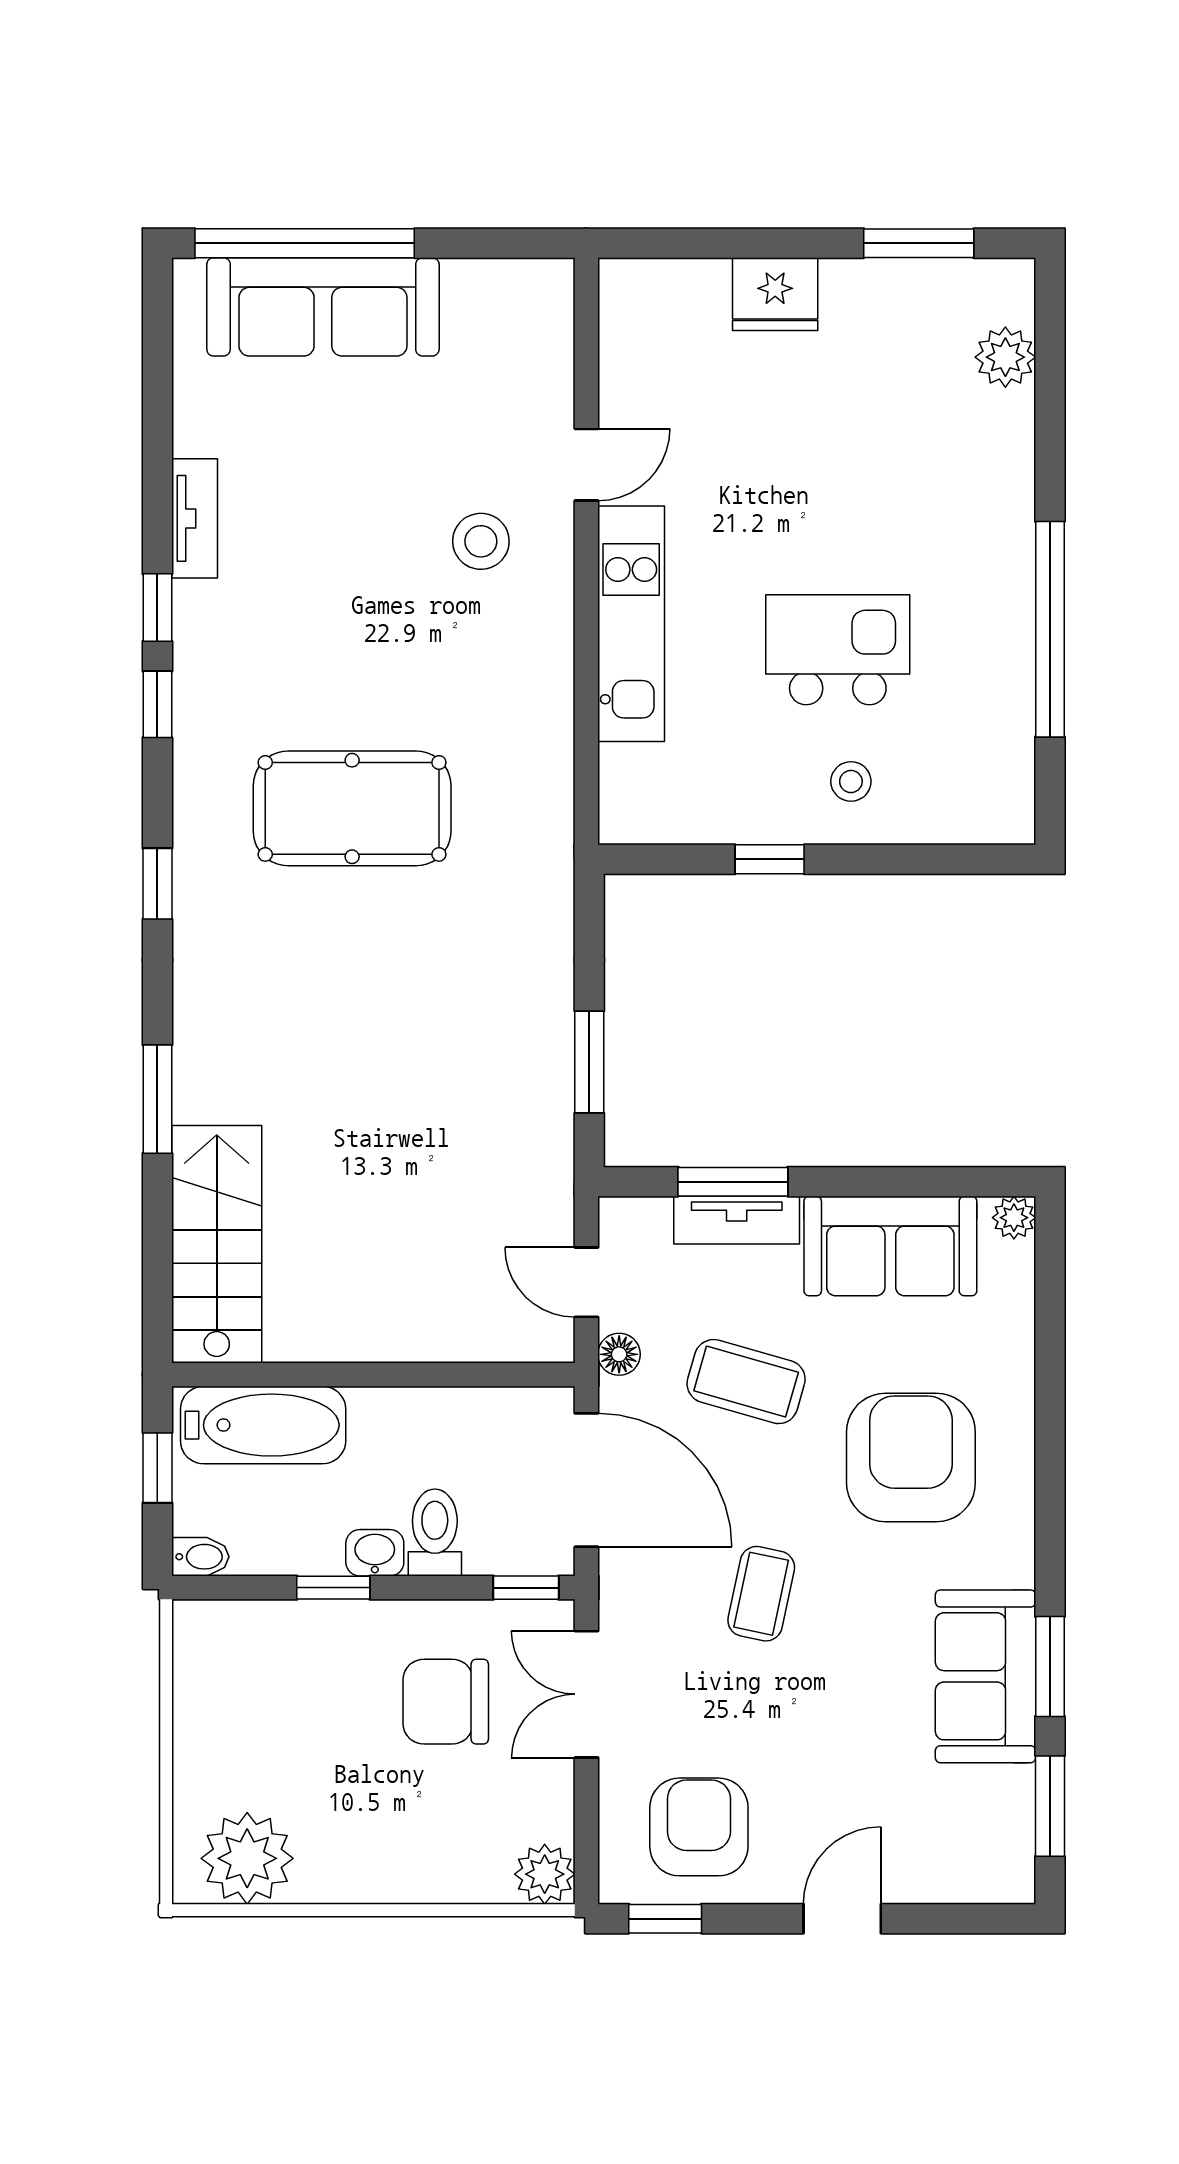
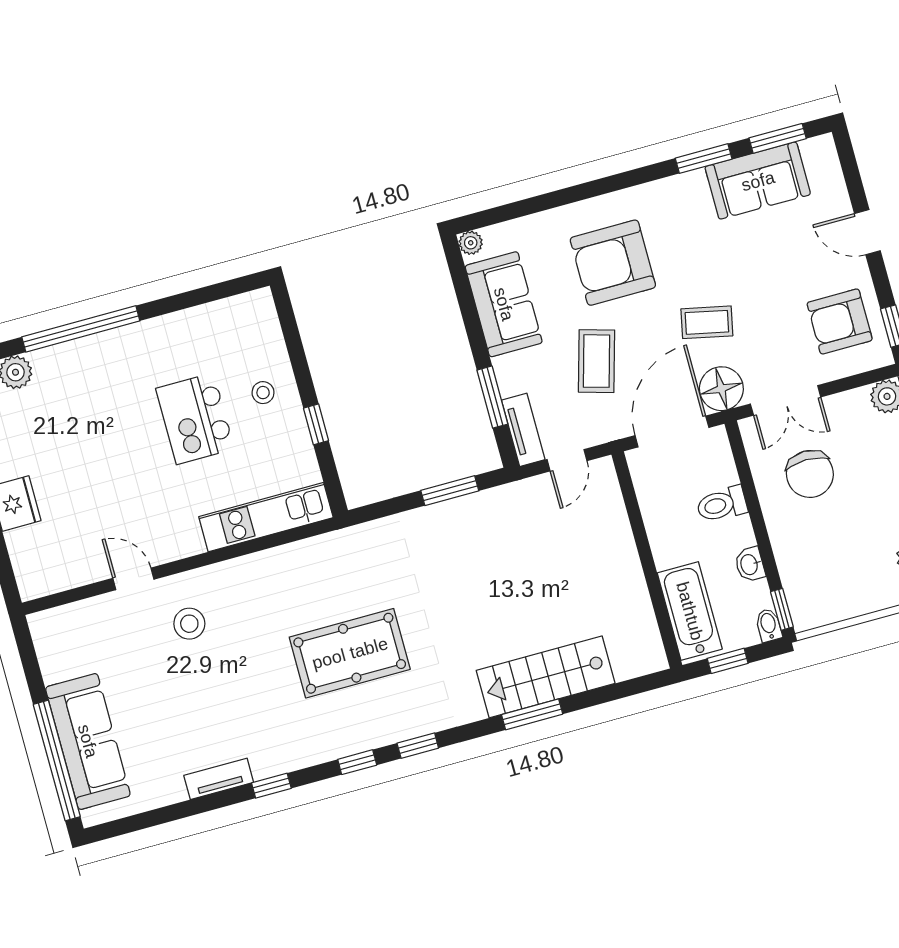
kitchen unit: (631, 624) -> (266, 517), moved
window: (1050, 629) -> (81, 329), moved
window: (157, 704) -> (357, 762), moved
pool table: (352, 808) -> (350, 653), turned 90
tv unit: (737, 1220) -> (523, 430), moved
stairs: (217, 1244) -> (546, 677), moved
floor lamp: (619, 1354) -> (721, 389), moved, width x1.89, depth x1.89
washbasin: (375, 1553) -> (750, 564), moved
window: (333, 1588) -> (782, 609), moved
window: (526, 1588) -> (738, 448), removed
sofa: (985, 1676) -> (758, 181), moved

